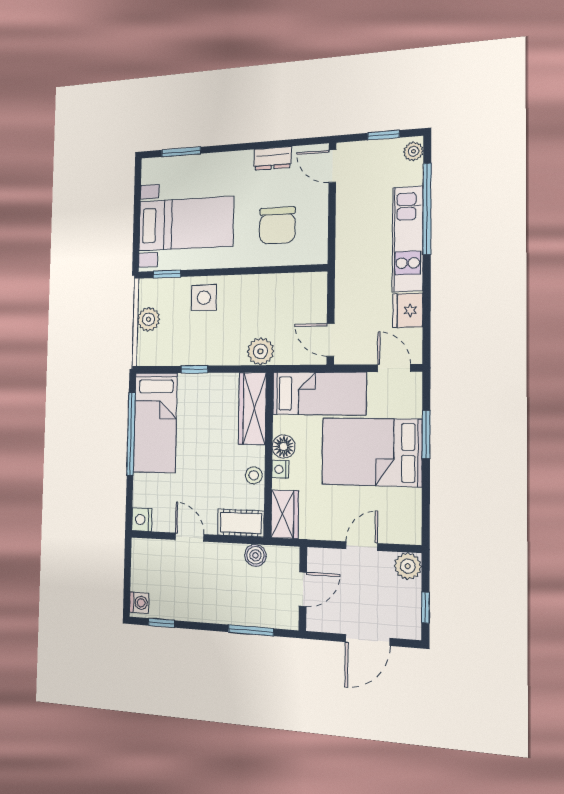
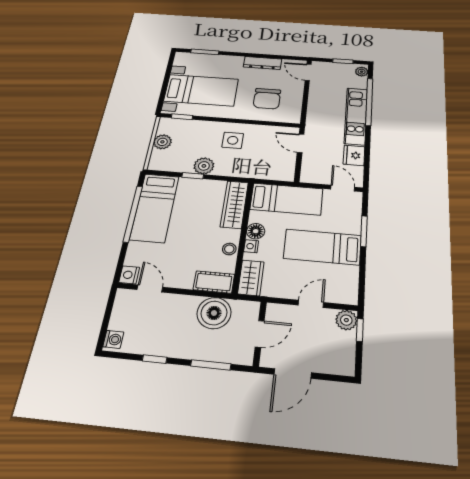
dresser: (273, 158) -> (262, 63), width x1.44
side table: (204, 298) -> (233, 140), moved
door: (330, 340) -> (301, 143), moved
plant: (261, 351) -> (204, 166), moved
bed: (372, 452) -> (322, 247), width x0.67
door: (189, 537) -> (150, 288), moved
boiler: (255, 555) -> (214, 313), width x1.86, depth x1.86
window: (425, 608) -> (360, 330), moved
window: (161, 623) -> (155, 359), moved
door: (368, 640) -> (293, 373), moved

